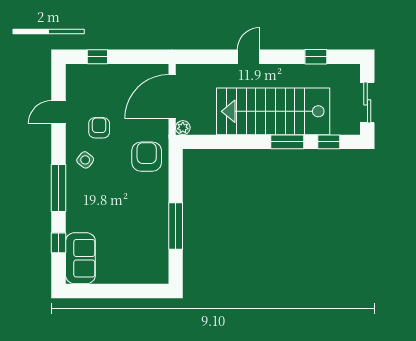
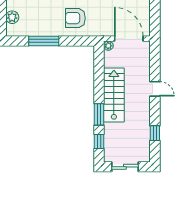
stairs: (273, 111) -> (114, 95), width x0.73, depth x0.66
armchair: (147, 157) -> (75, 18), moved, turned 180
plant: (139, 274) -> (12, 17), added

